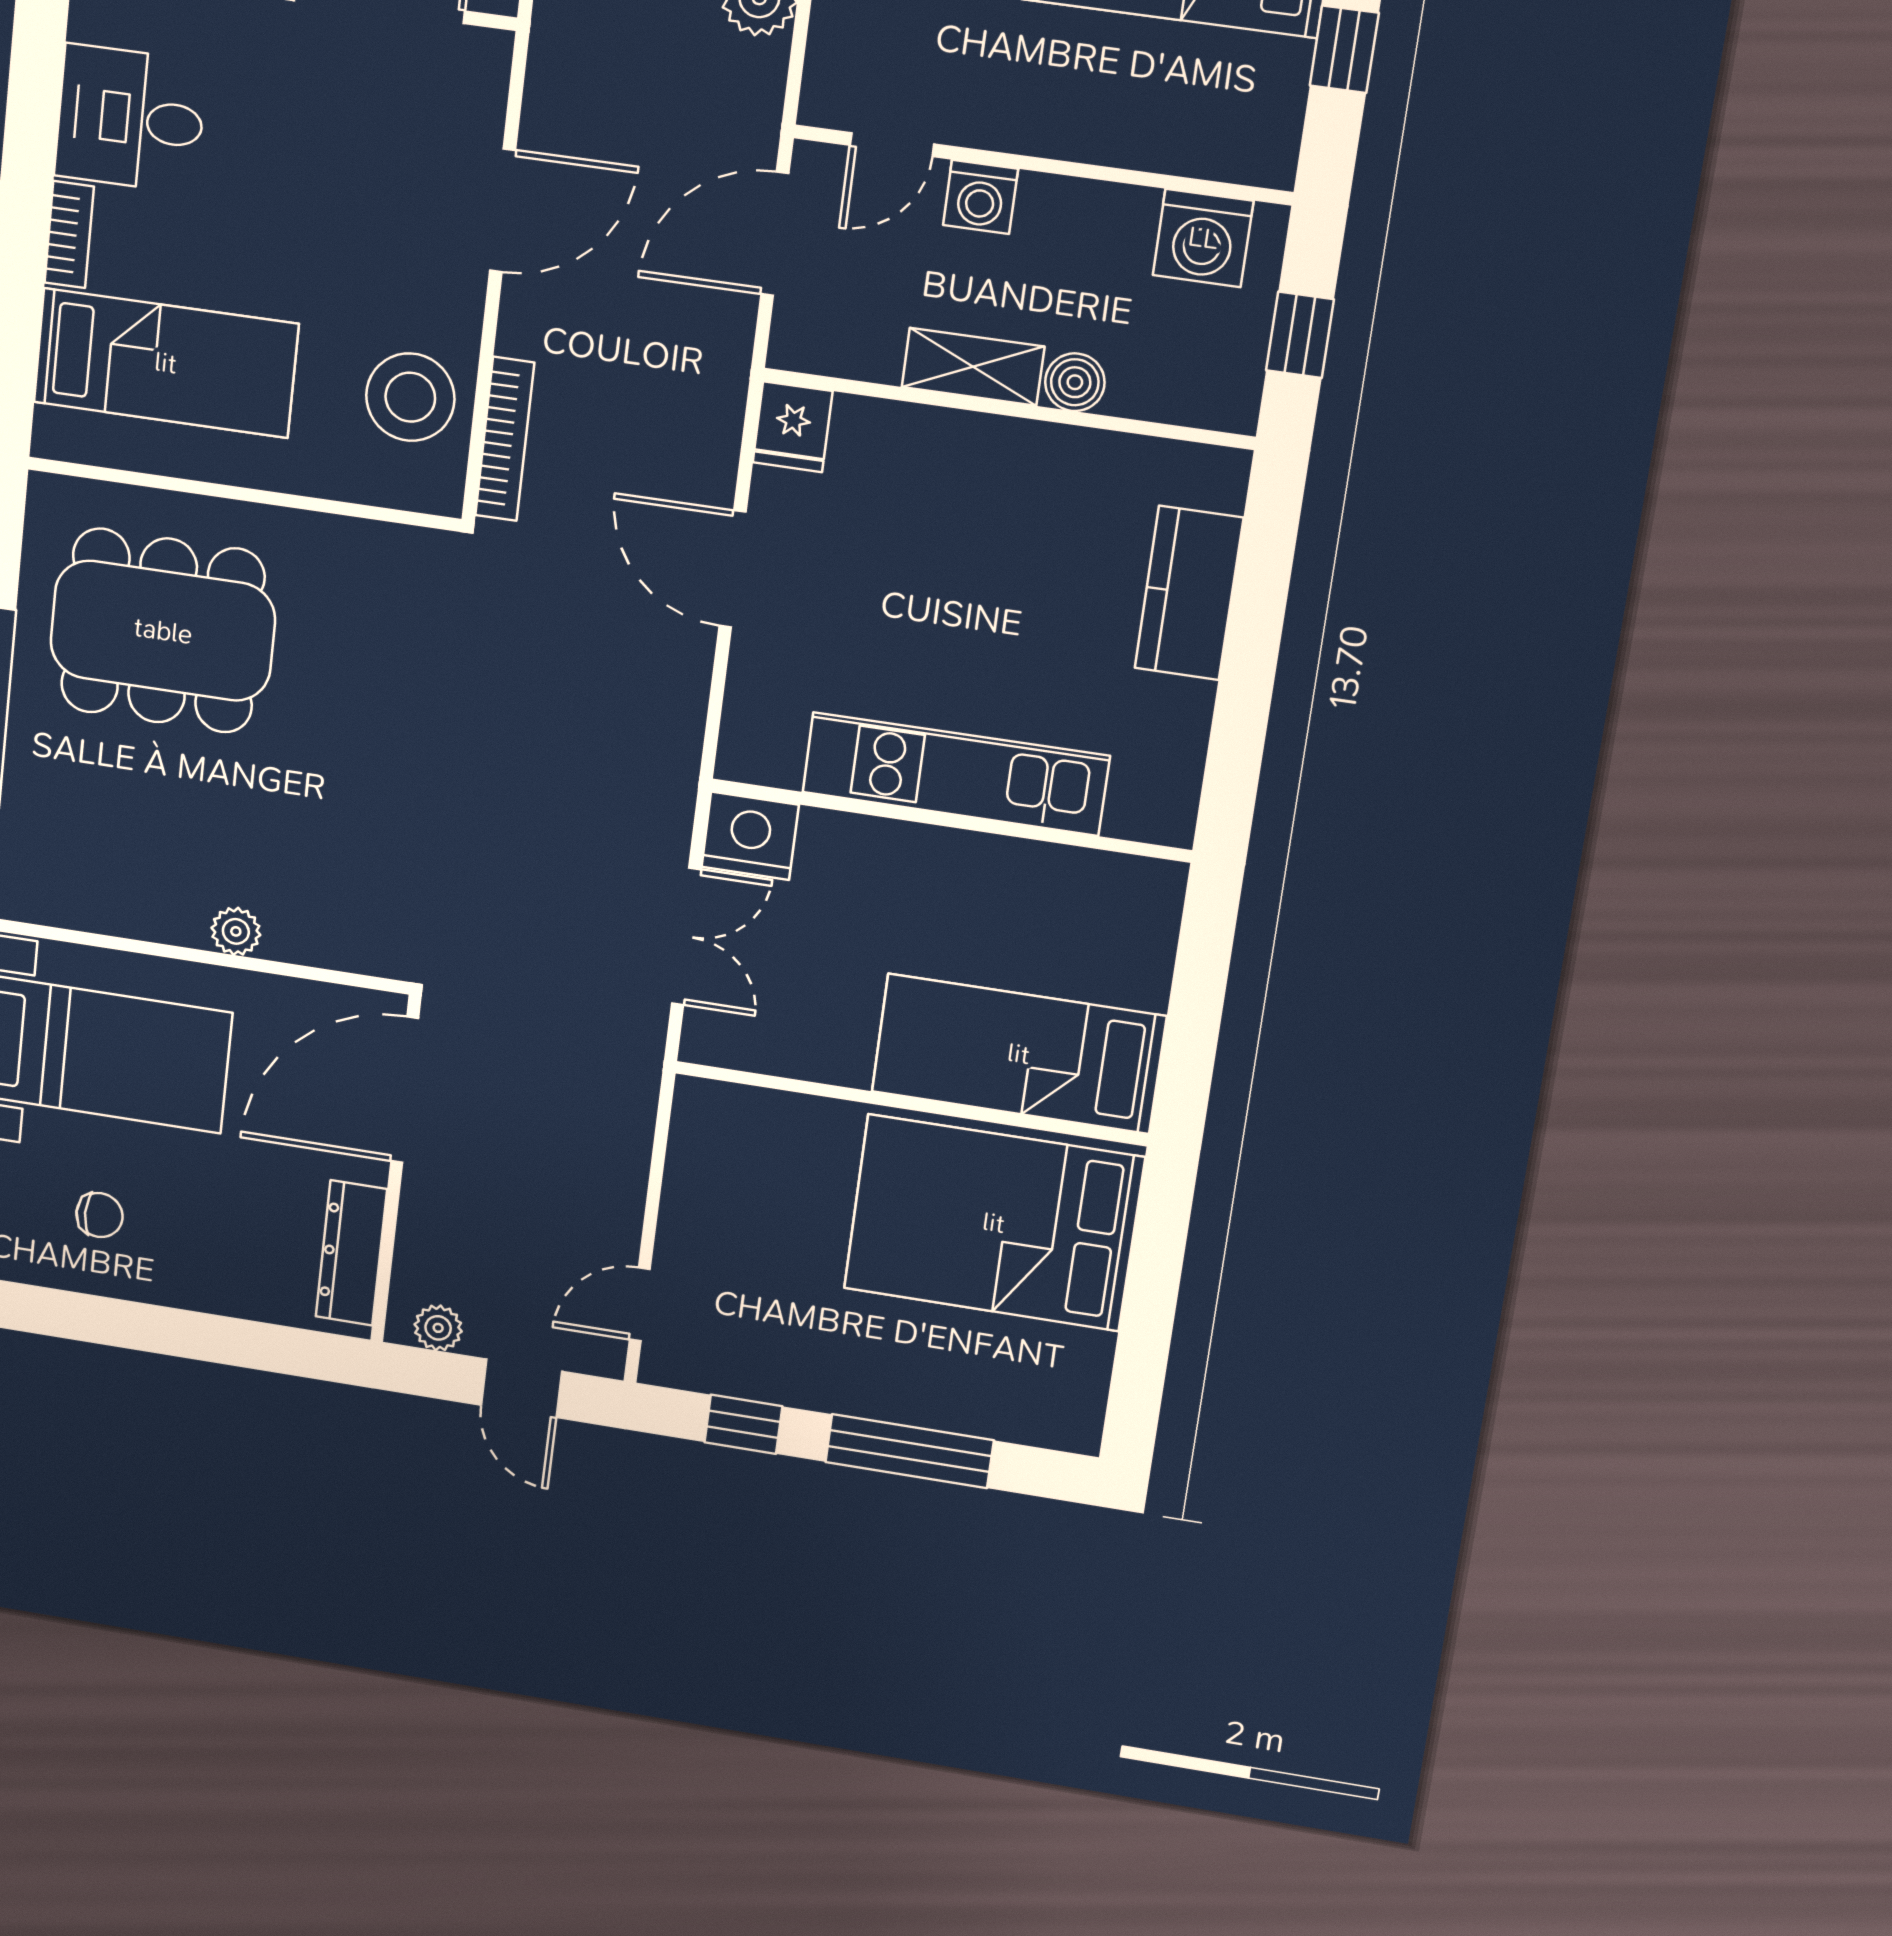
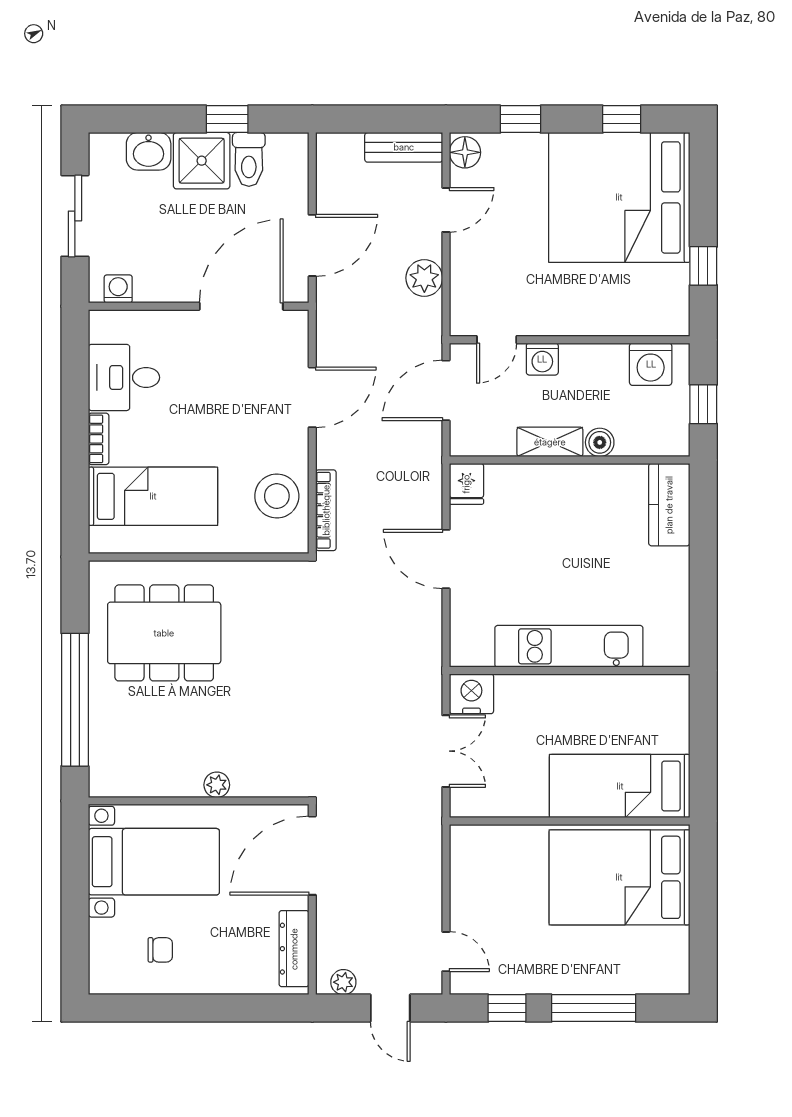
kitchen counter: (1189, 593) -> (669, 505), moved
door: (640, 1304) -> (446, 952), swing flipped

